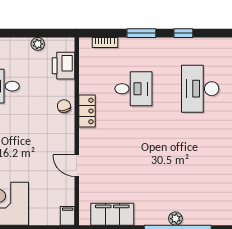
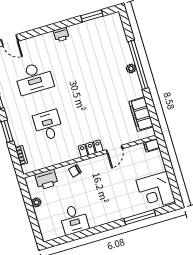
locker: (87, 111) -> (91, 149), moved

